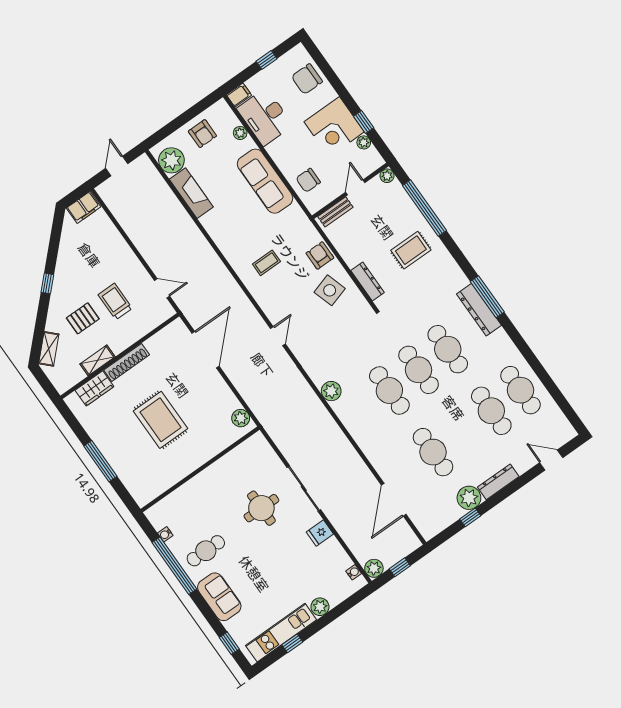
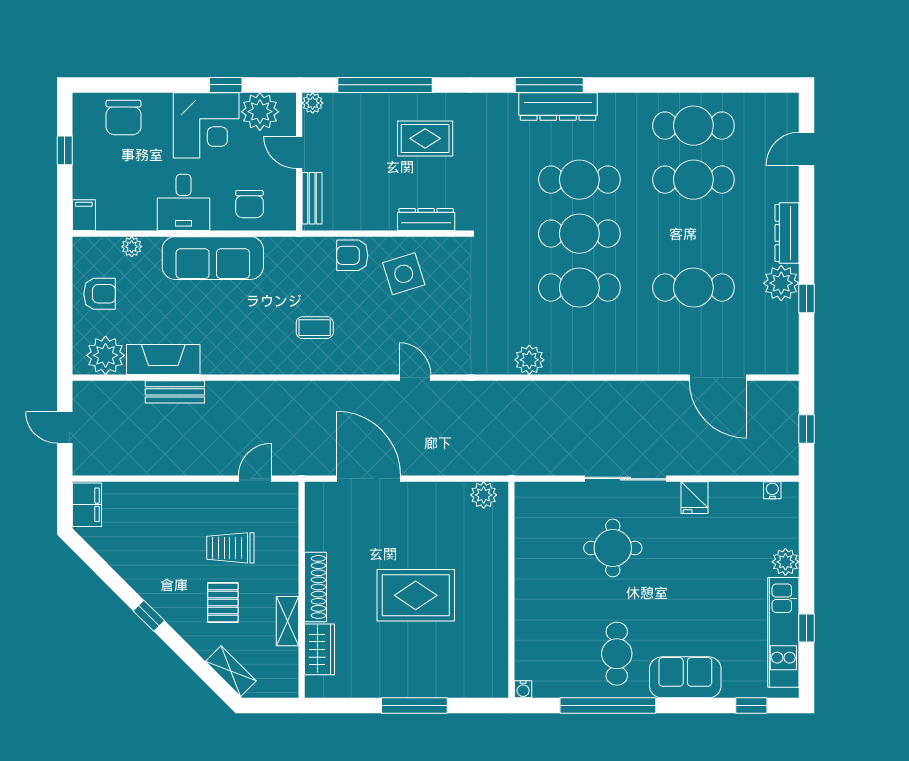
desk: (265, 117) -> (184, 202), moved, width x0.73
plant: (364, 142) -> (260, 112), width x1.88, depth x1.88
bench: (178, 212) -> (175, 392), added
rug: (411, 250) -> (425, 138), turned 90
coffee table: (266, 263) -> (315, 328), turned 90
water cooler: (165, 534) -> (523, 689), moved
plant: (374, 568) -> (785, 462), removed

